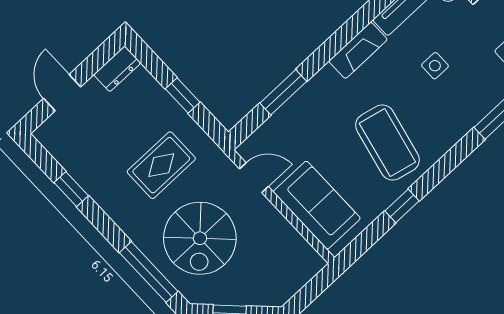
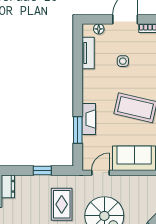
fireplace: (358, 50) -> (89, 119), moved

